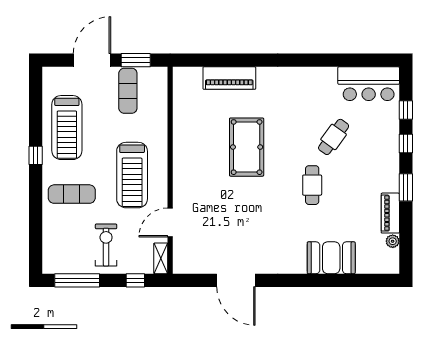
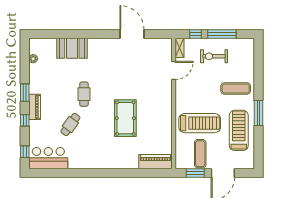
piano: (229, 78) -> (155, 162), moved
window: (406, 110) -> (25, 152), moved
window: (36, 155) -> (258, 113), width x2.17
treadmill: (132, 175) -> (200, 123), moved, turned 90
piano: (390, 213) -> (35, 107), moved
exercise bike: (106, 245) -> (214, 56), turned 90
window: (77, 280) -> (222, 34), moved

